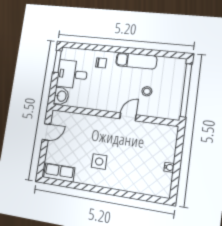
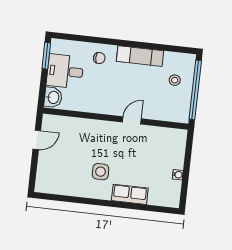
stool: (147, 91) -> (175, 80), moved
row of seats: (59, 173) -> (130, 194), moved

